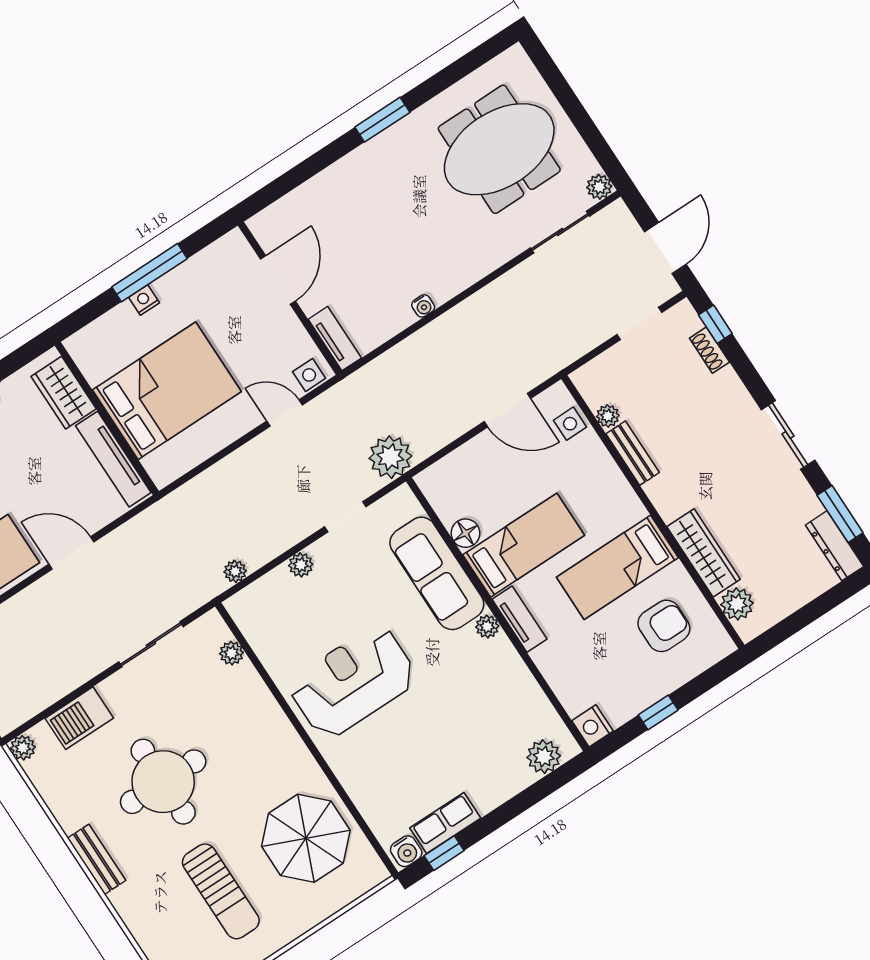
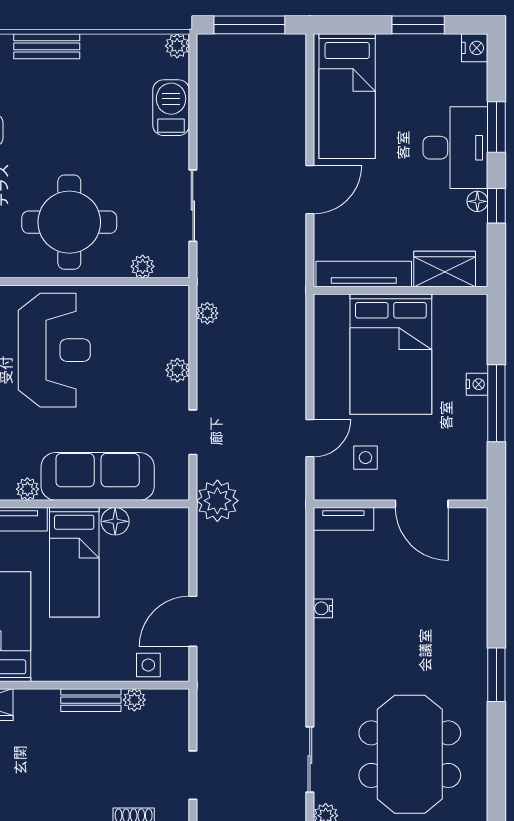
side table: (309, 375) -> (365, 458), moved
round table: (163, 782) -> (69, 222), moved

